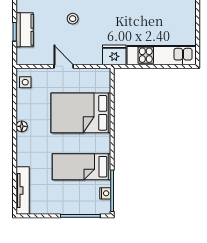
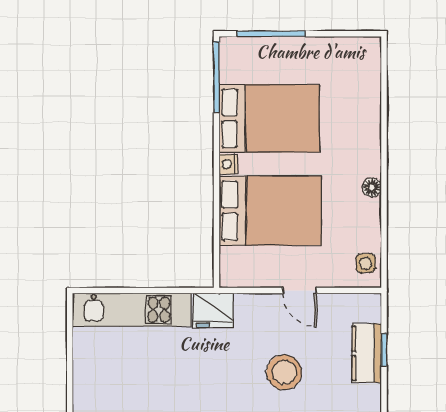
stool: (73, 19) -> (284, 372), width x1.89, depth x1.89
bed: (81, 167) -> (269, 118), width x1.50
tv unit: (23, 190) -> (370, 77), removed
nightstand: (105, 193) -> (228, 164), moved

